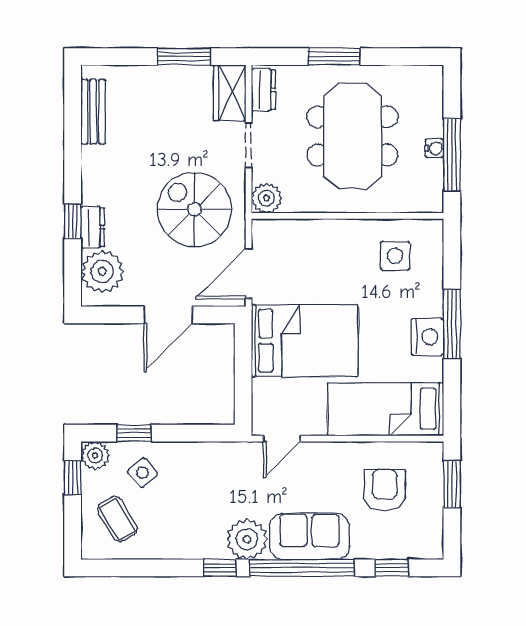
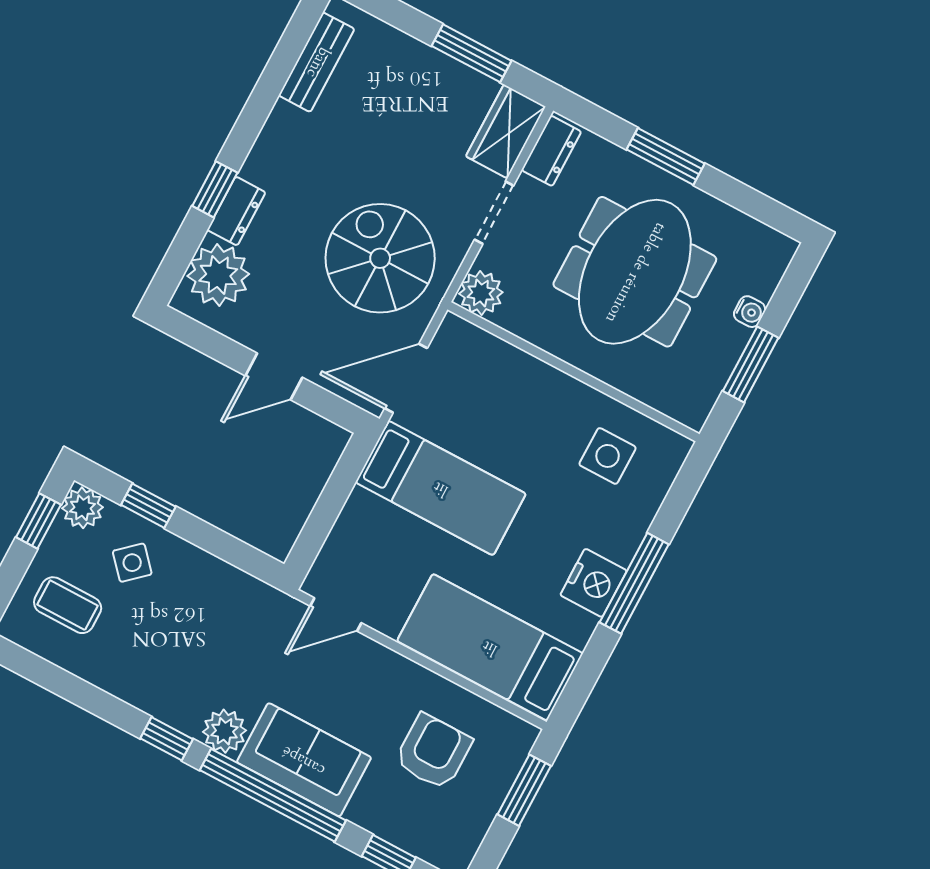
water cooler: (434, 148) -> (750, 312), moved
window: (452, 155) -> (751, 364), width x0.69
door: (168, 315) -> (274, 377), width x0.73
bed: (305, 341) -> (441, 488), width x0.67
coffee table: (117, 519) -> (68, 605), turned -59
plant: (247, 539) -> (225, 731), width x0.73, depth x0.73

